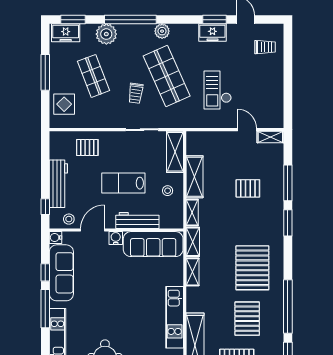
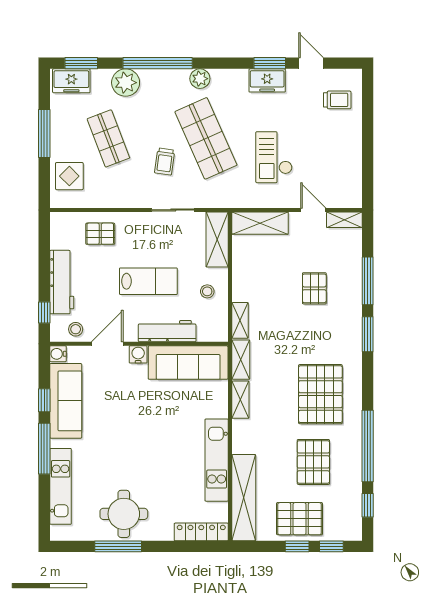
shelving: (195, 177) -> (260, 223), moved, turned 90
lab bench: (123, 183) -> (148, 281), turned 180
pallet: (248, 188) -> (314, 288), turned 90

